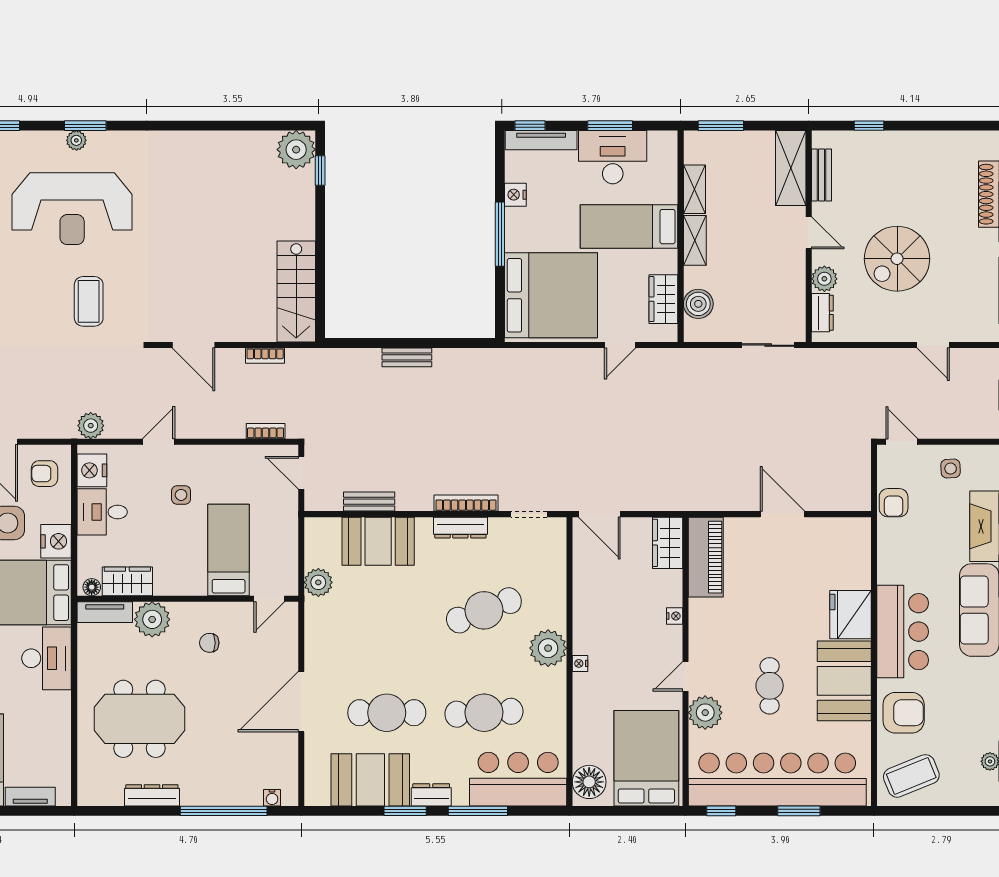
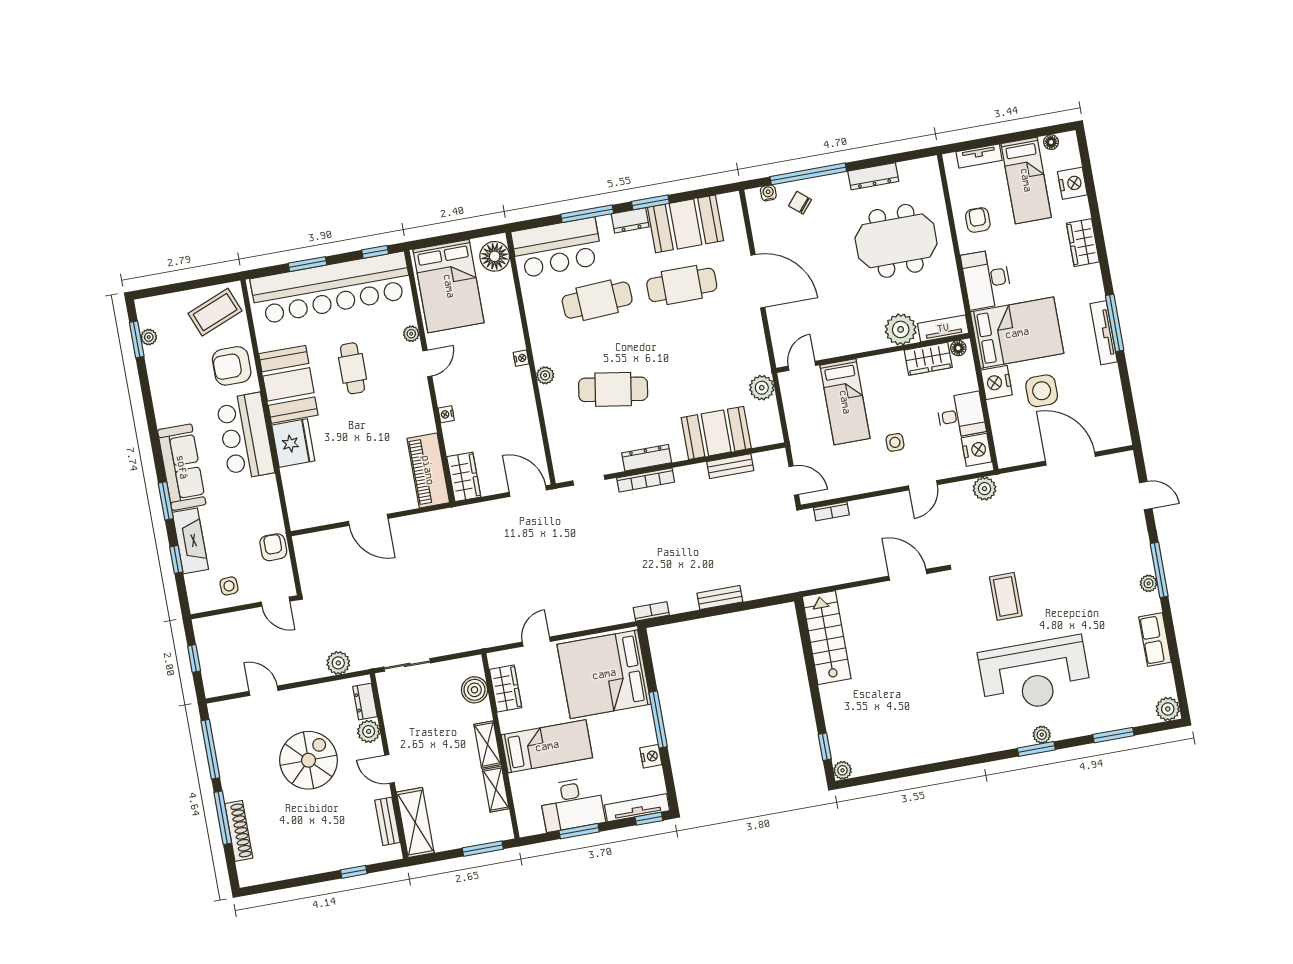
plant: (296, 150) -> (842, 770), width x0.53, depth x0.53
reception desk: (72, 209) -> (1035, 675), turned 180
bookcase: (265, 356) -> (651, 611), moved
plant: (844, 361) -> (338, 663), added
armchair: (44, 474) -> (978, 220), moved, turned -90
cafe table: (484, 610) -> (613, 389), turned 30
chair: (209, 643) -> (800, 203), moved, turned -140
plant: (548, 648) -> (545, 375), width x0.53, depth x0.53
door: (301, 702) -> (758, 281), hinge flipped
plant: (705, 713) -> (411, 334), width x0.53, depth x0.53

